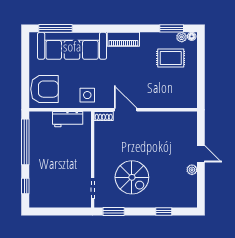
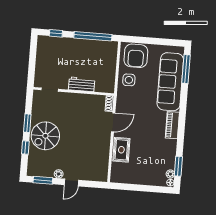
rug: (171, 58) -> (121, 150), moved
side table: (87, 95) -> (129, 80), moved
workbench: (68, 119) -> (82, 84), moved, turned 90
spiral stairs: (132, 177) -> (45, 136), moved
window: (201, 188) -> (43, 180), added
window: (114, 212) -> (27, 123), moved

